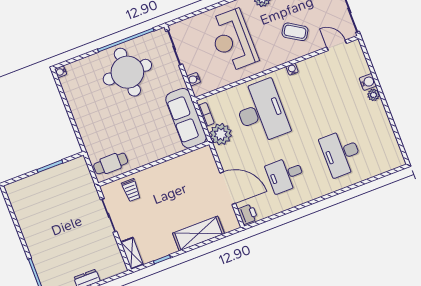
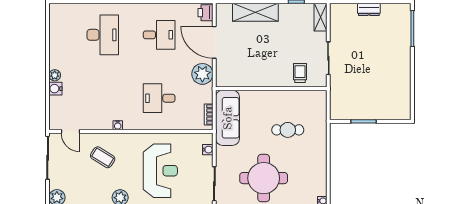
desk: (261, 112) -> (159, 98), width x0.53, depth x0.77
plant: (221, 134) -> (202, 74), moved
cafe table: (111, 164) -> (288, 130), moved

